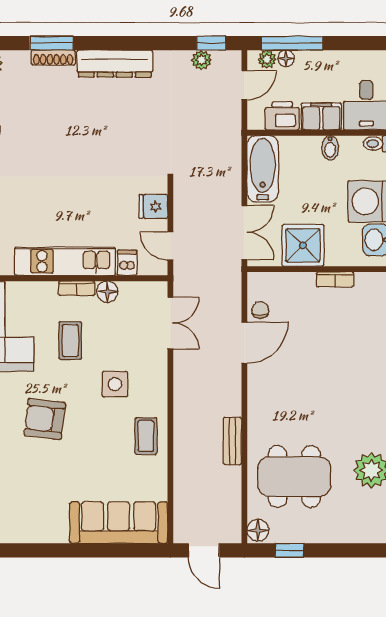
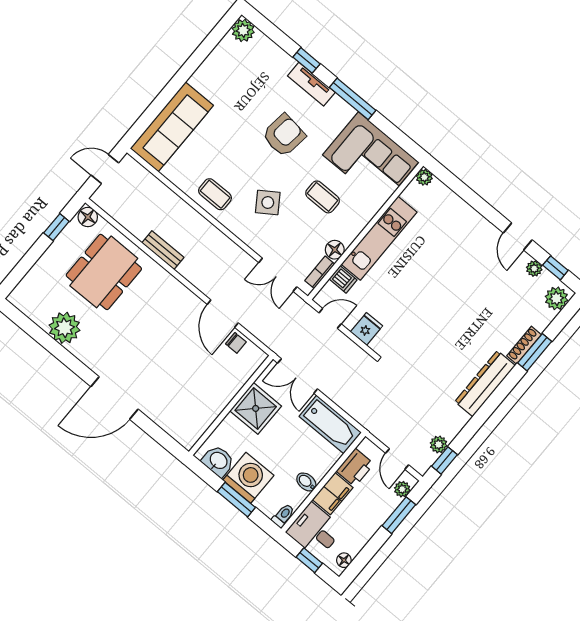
window: (292, 43) -> (399, 515), width x0.69
floor lamp: (286, 58) -> (344, 560), moved
bookcase: (335, 279) -> (214, 411), removed
bookcase: (77, 288) -> (320, 272), moved
side table: (115, 384) -> (268, 203), turned -34

